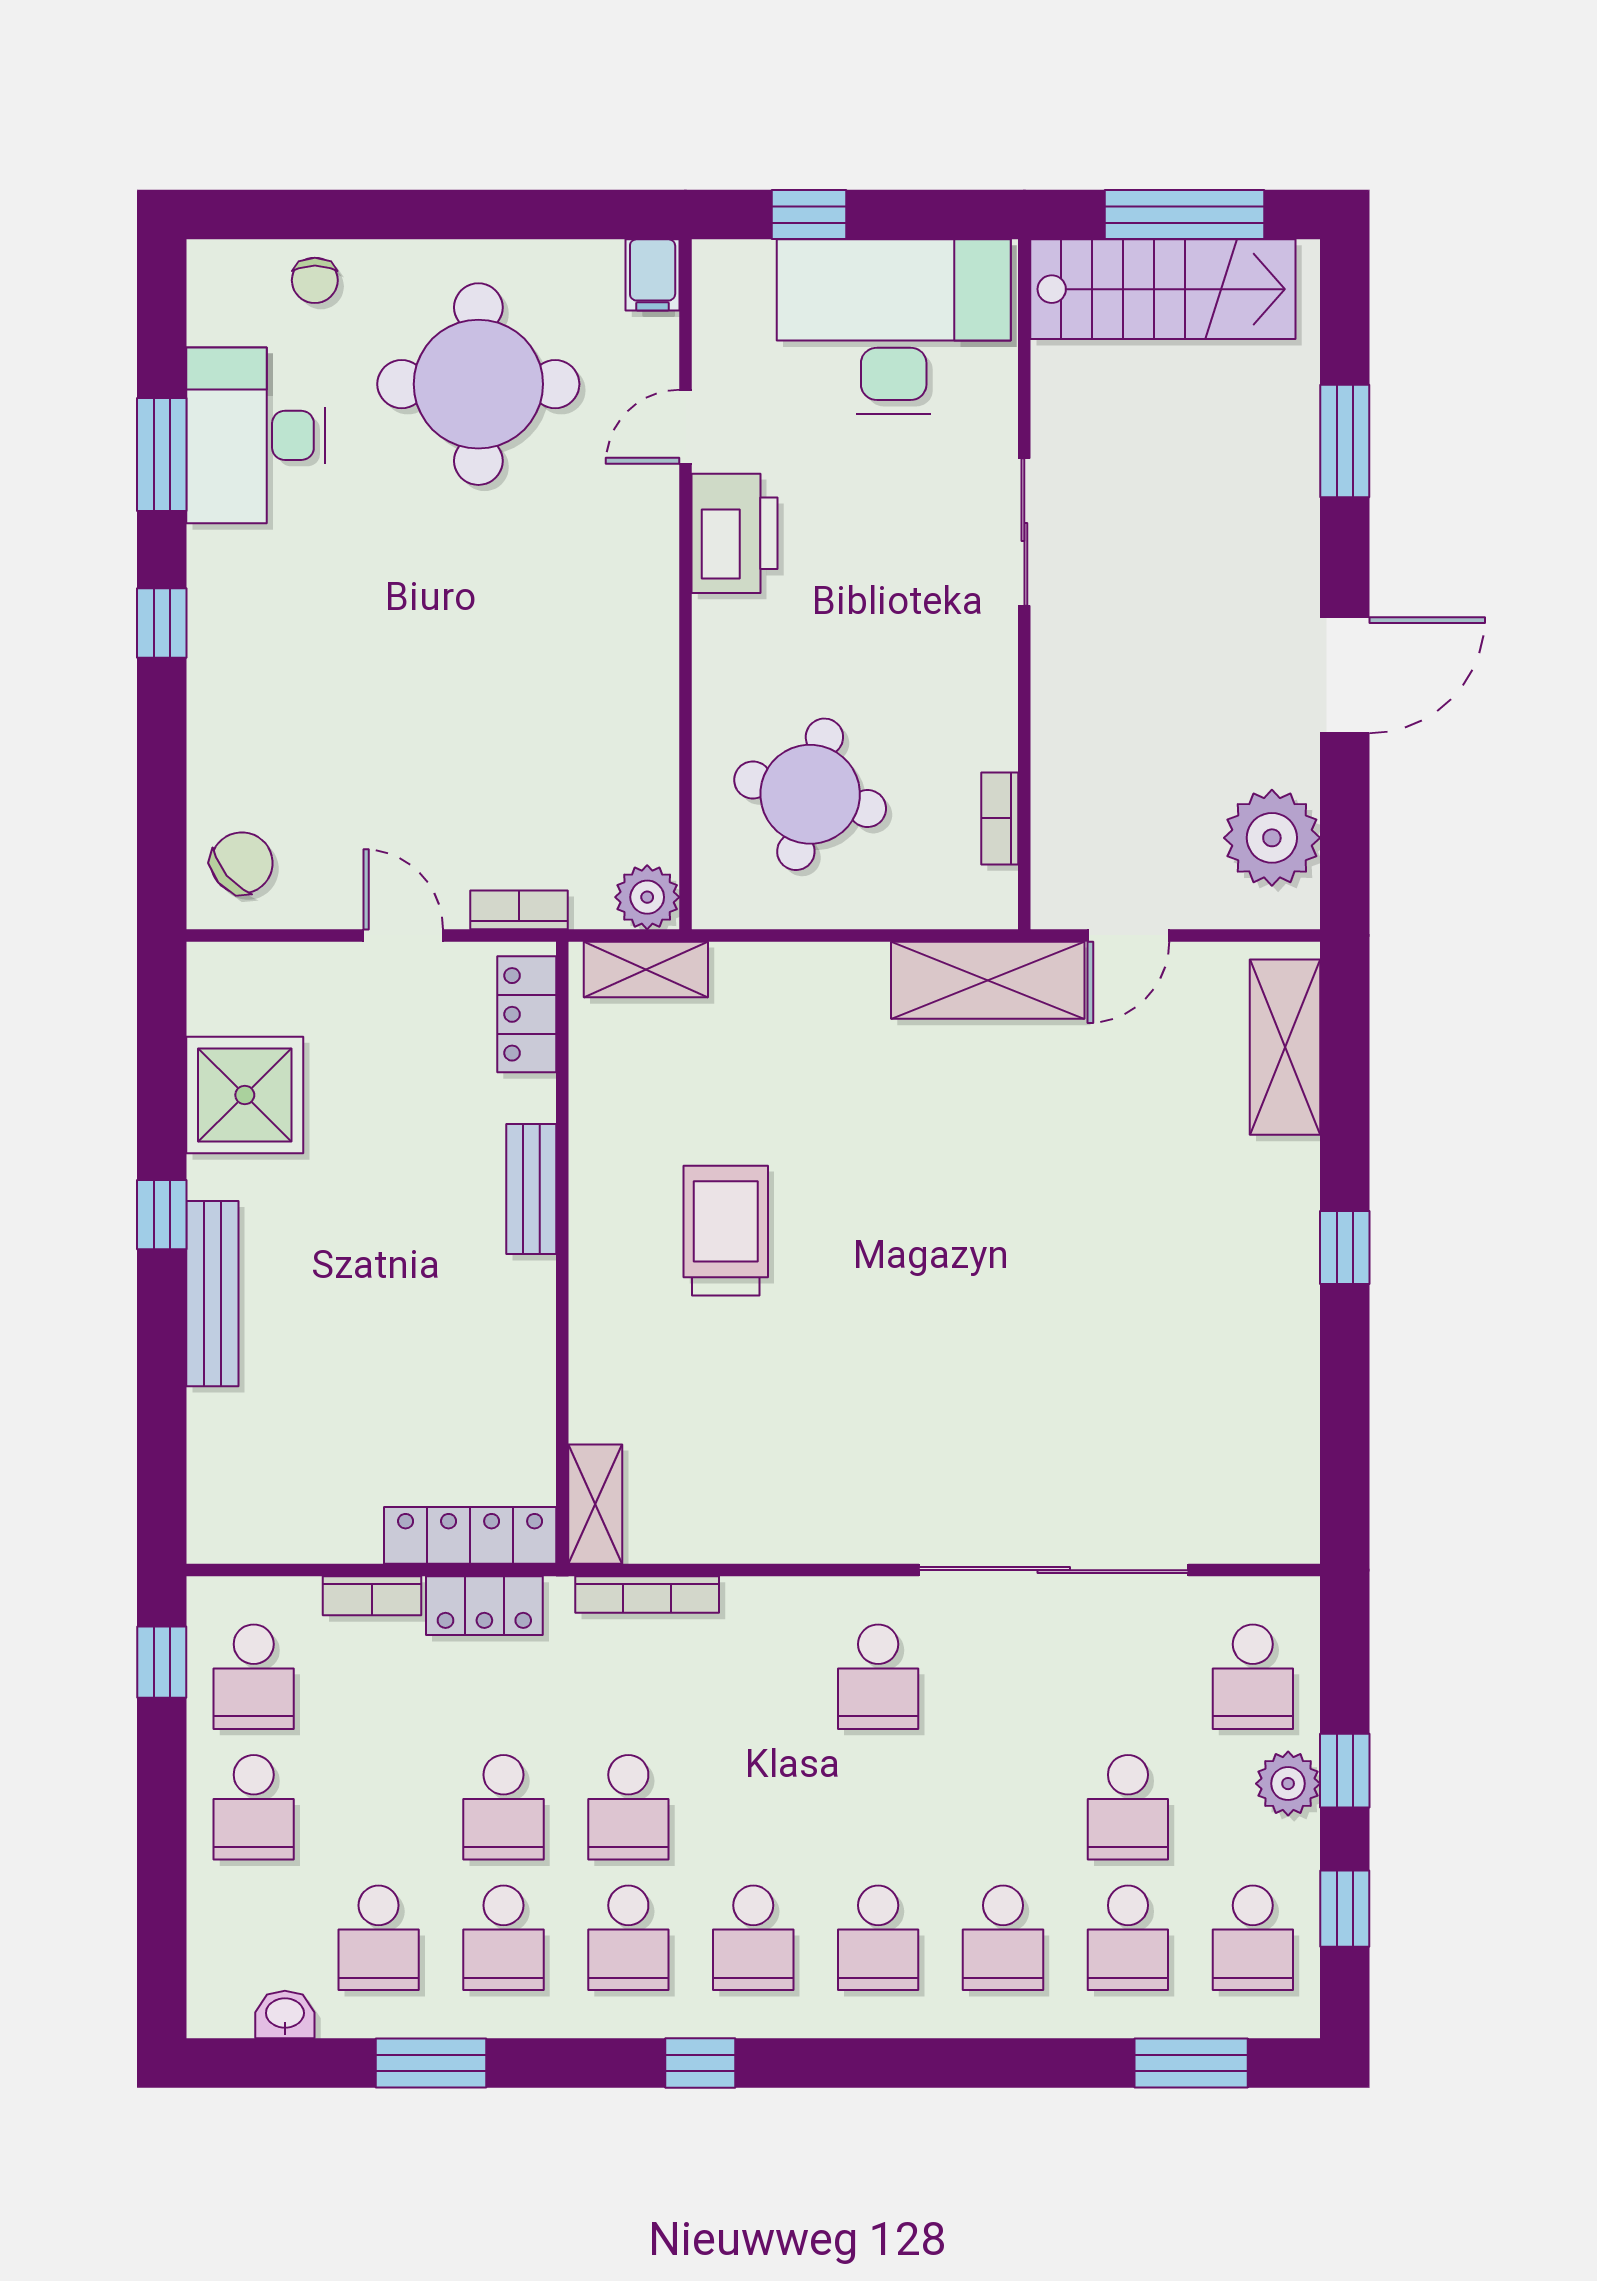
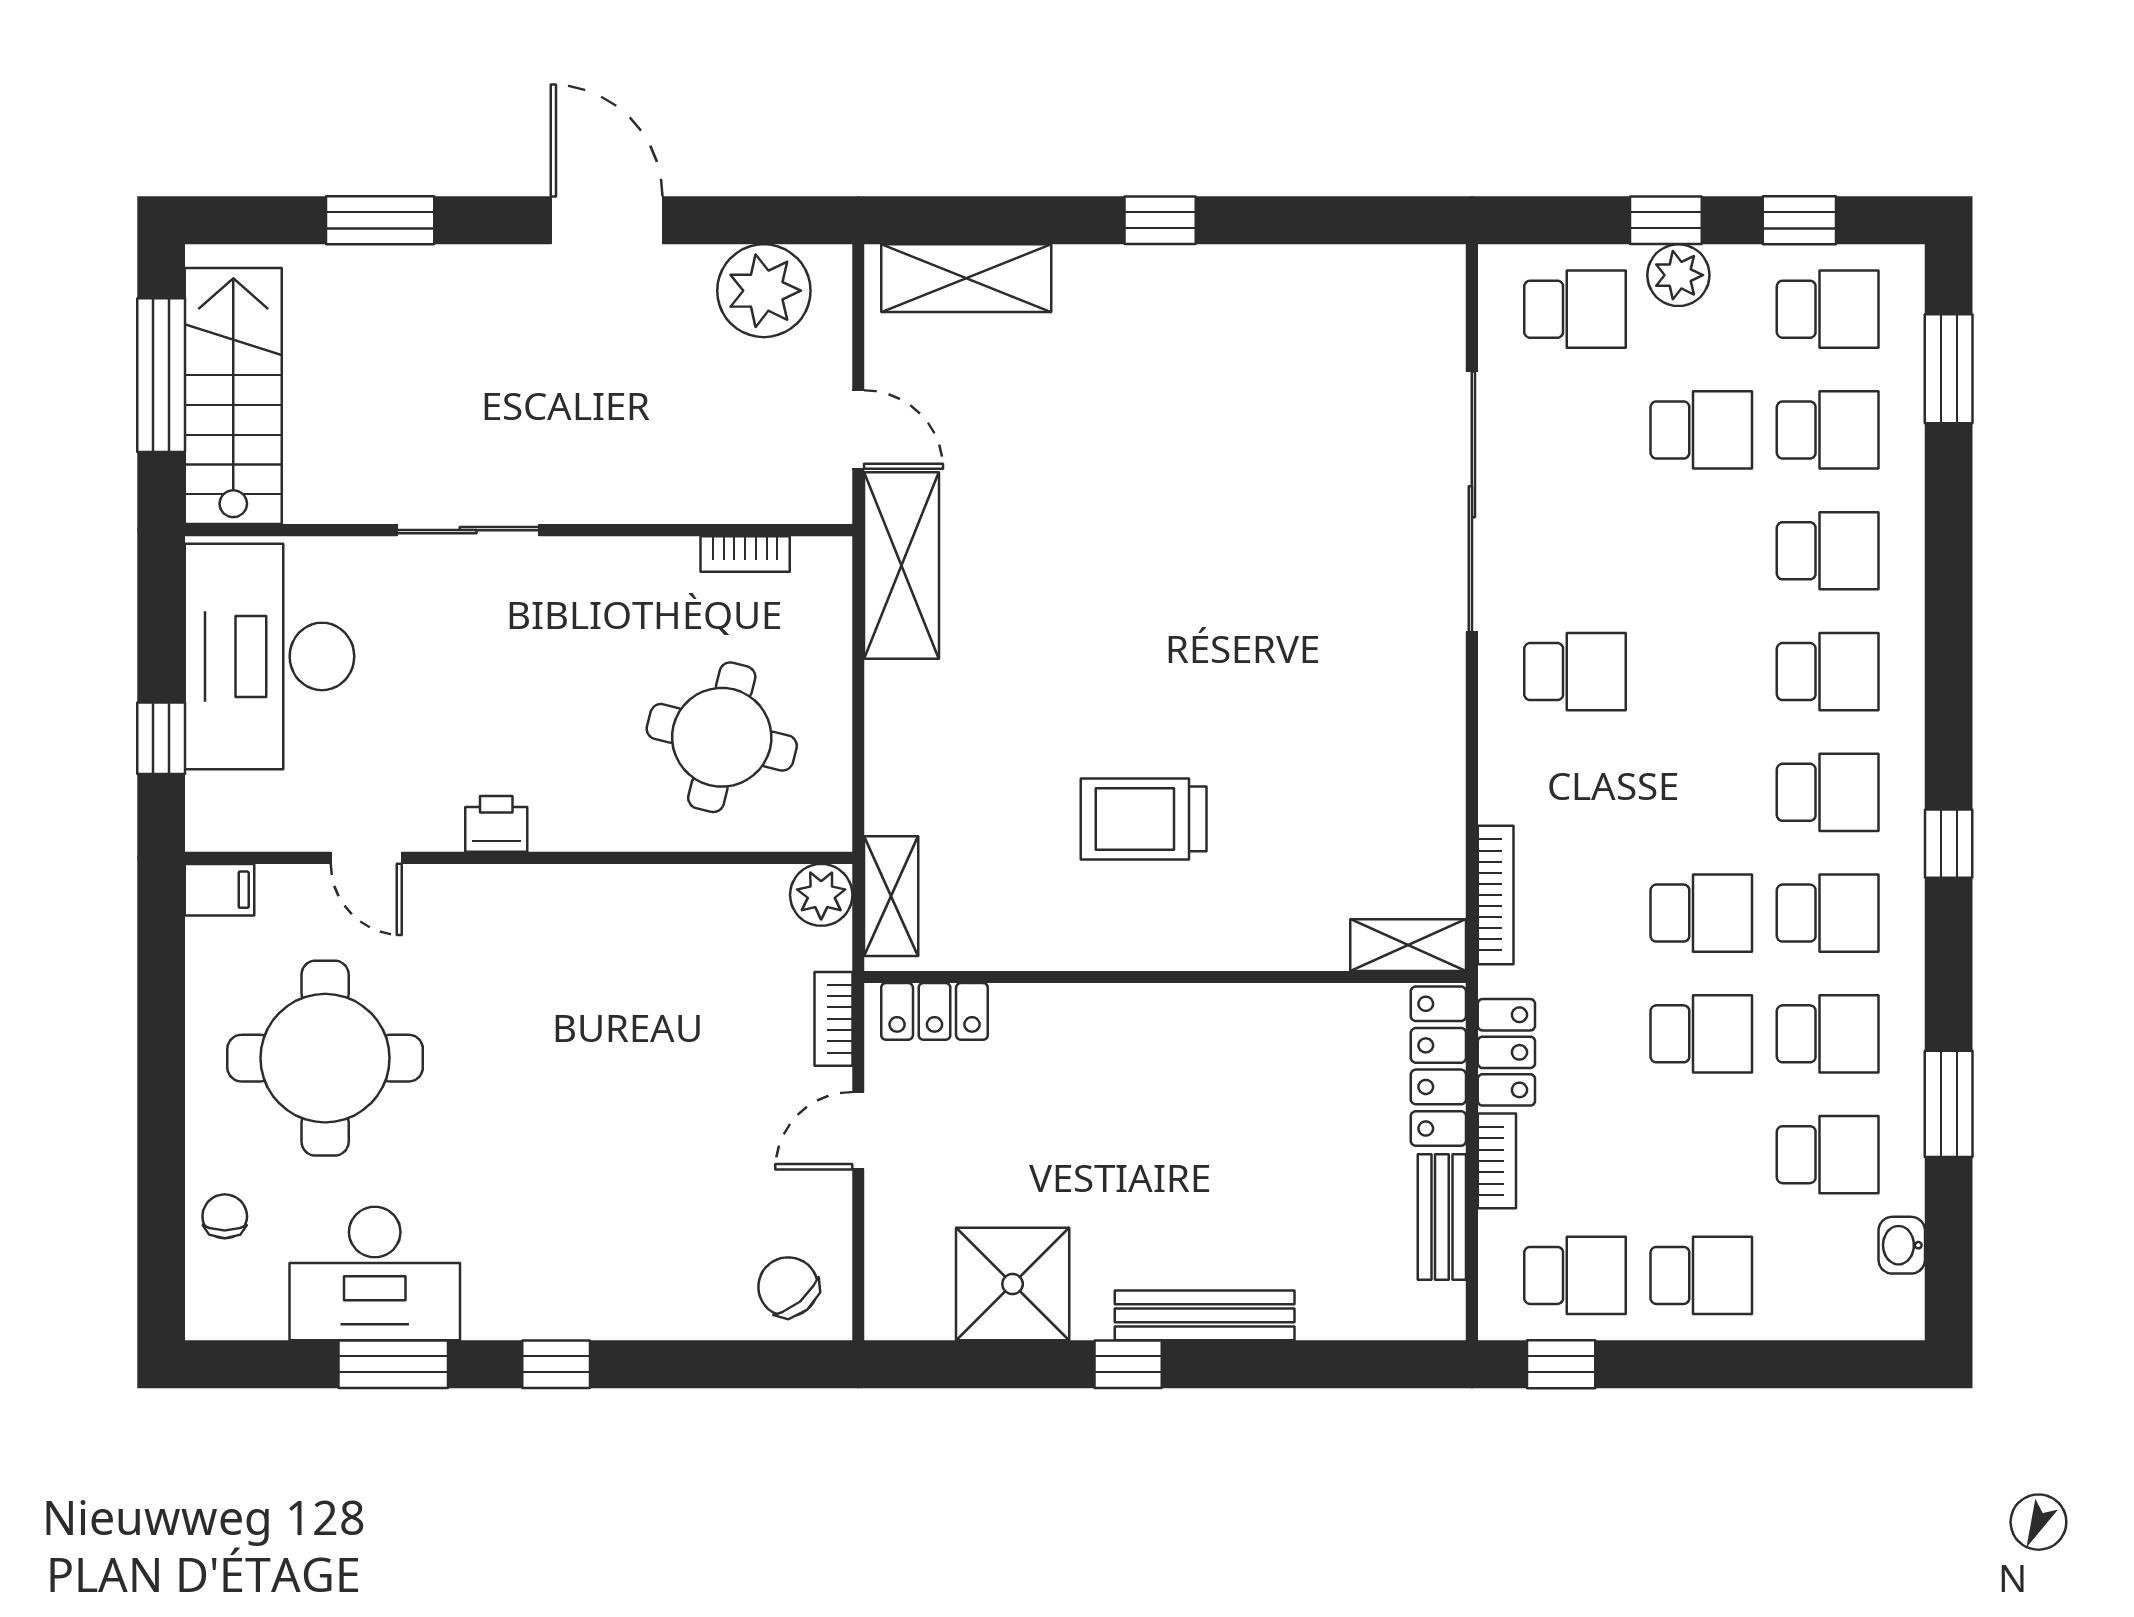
chair: (315, 280) -> (225, 1216), turned -90
printer: (735, 533) -> (496, 824), width x0.53, depth x0.68
bench: (531, 1189) -> (1442, 1217), moved, turned 90

